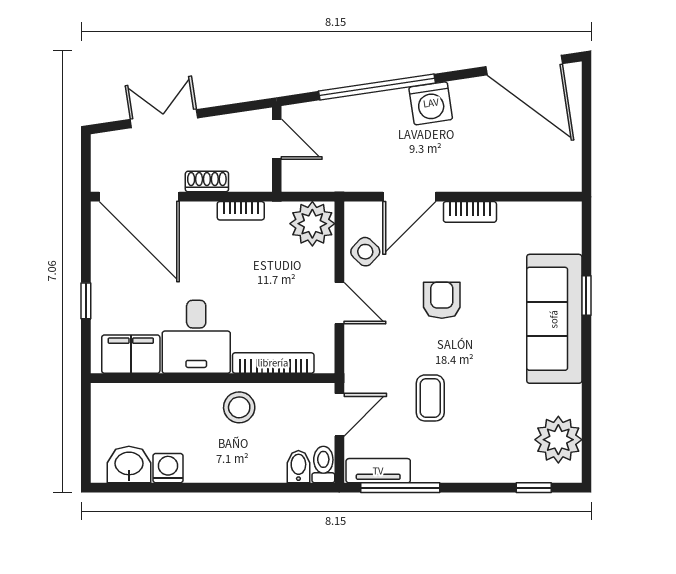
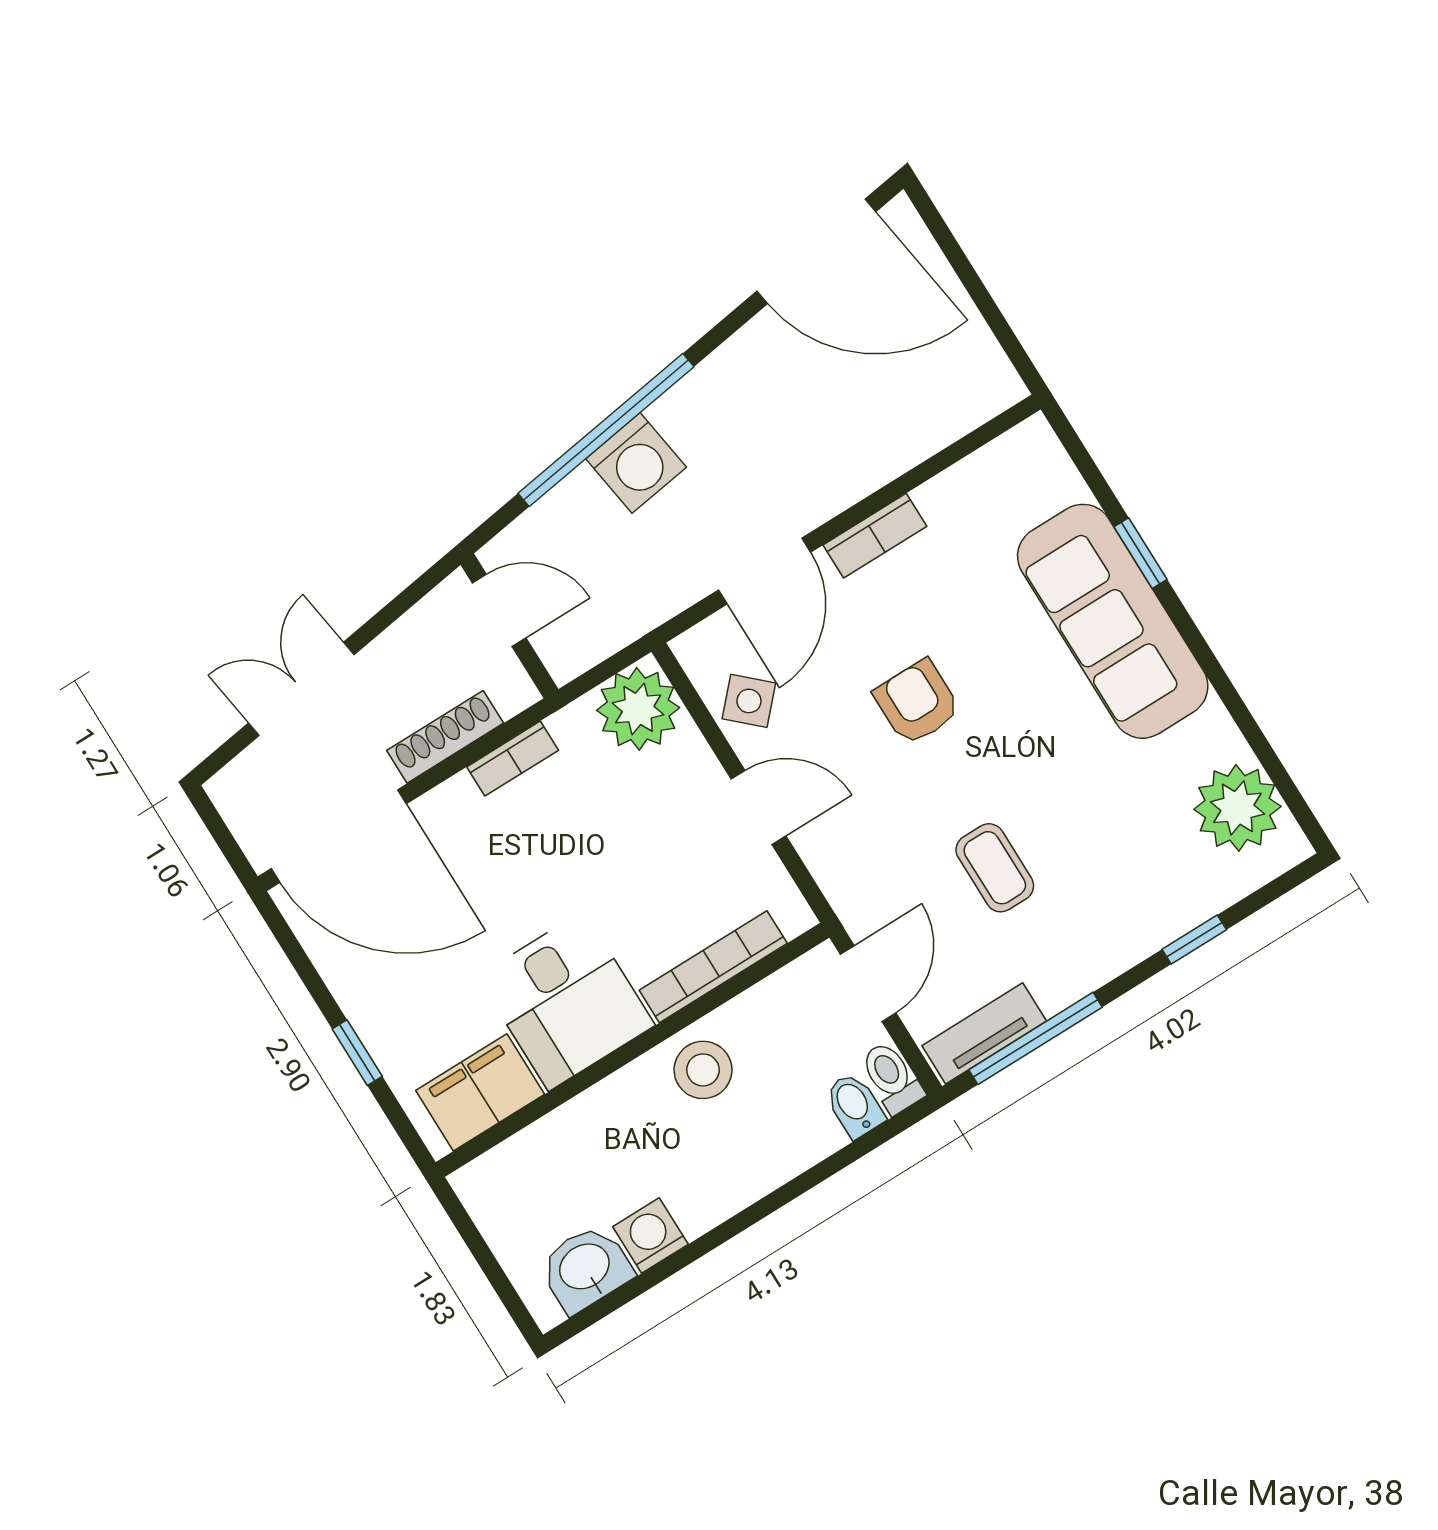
washing machine: (431, 103) -> (636, 463), moved
shoe rack: (207, 182) -> (445, 737), width x1.43
window: (534, 488) -> (1194, 940), moved

